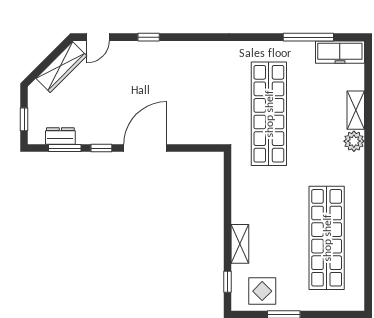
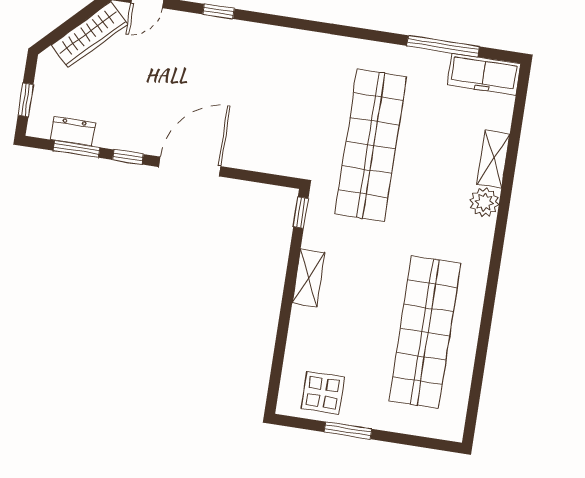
shelving: (240, 244) -> (309, 278), moved
window: (227, 282) -> (301, 213), moved

